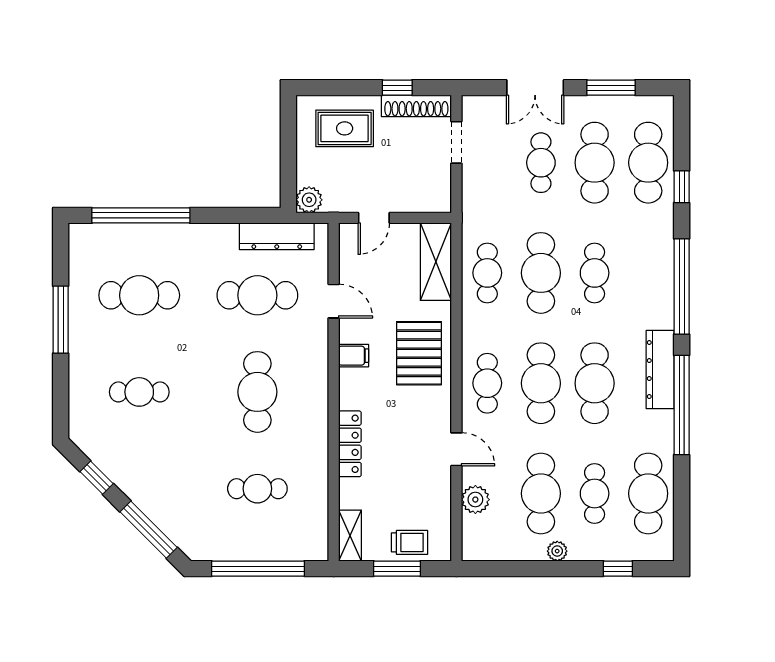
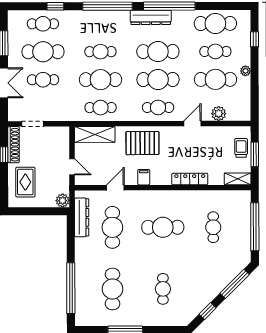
cafe table: (648, 163) -> (43, 24), width x0.73, depth x0.74

